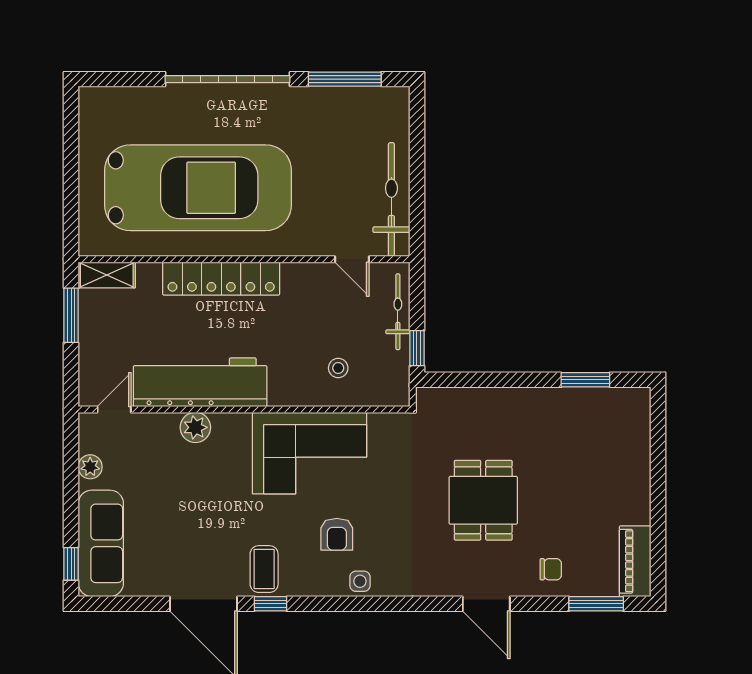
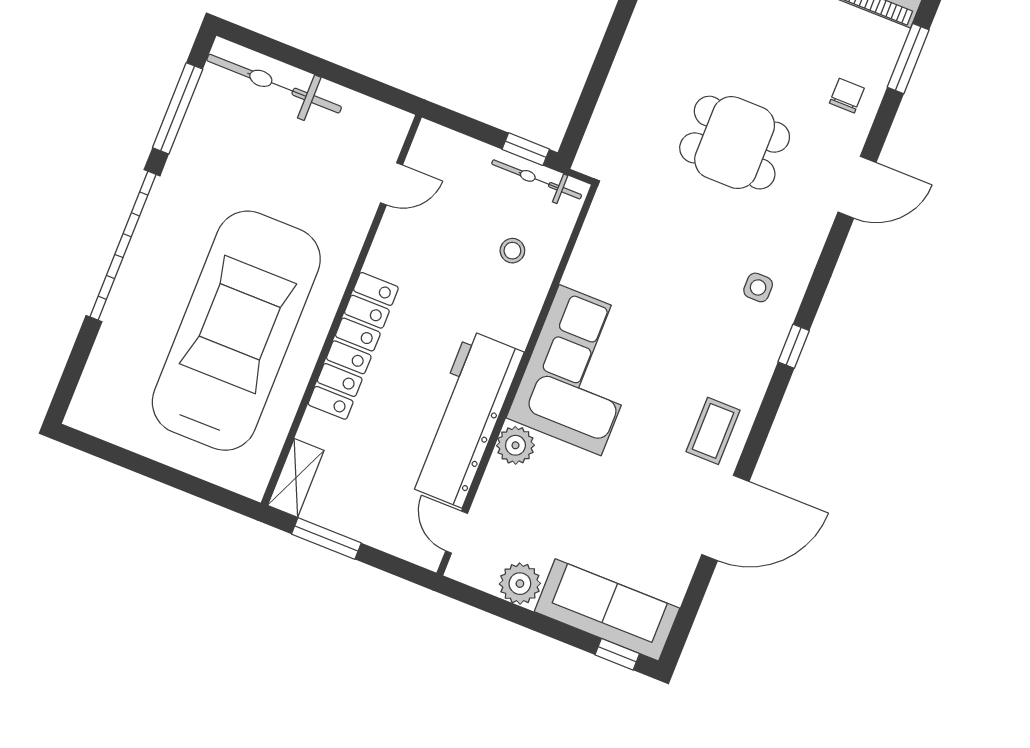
bicycle: (391, 200) -> (274, 84), moved
bicycle: (398, 312) -> (537, 179), moved
corner sofa: (309, 453) -> (580, 370), moved
plant: (90, 467) -> (520, 584), width x1.38, depth x1.38
armchair: (337, 534) -> (706, 330), removed
coffee table: (264, 569) -> (713, 431), turned 90
side table: (360, 581) -> (758, 287), moved
window: (271, 604) -> (794, 346), moved

